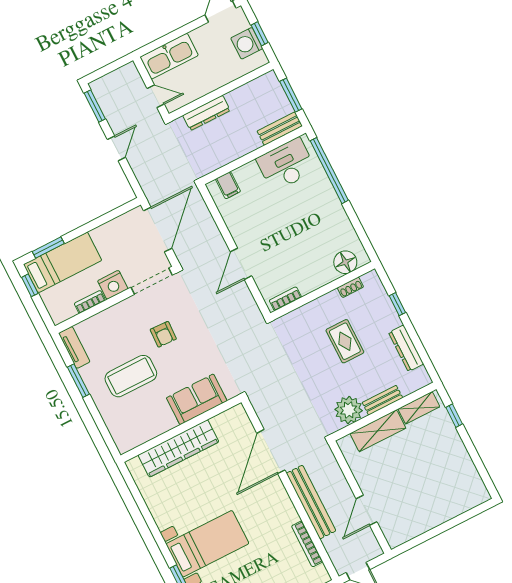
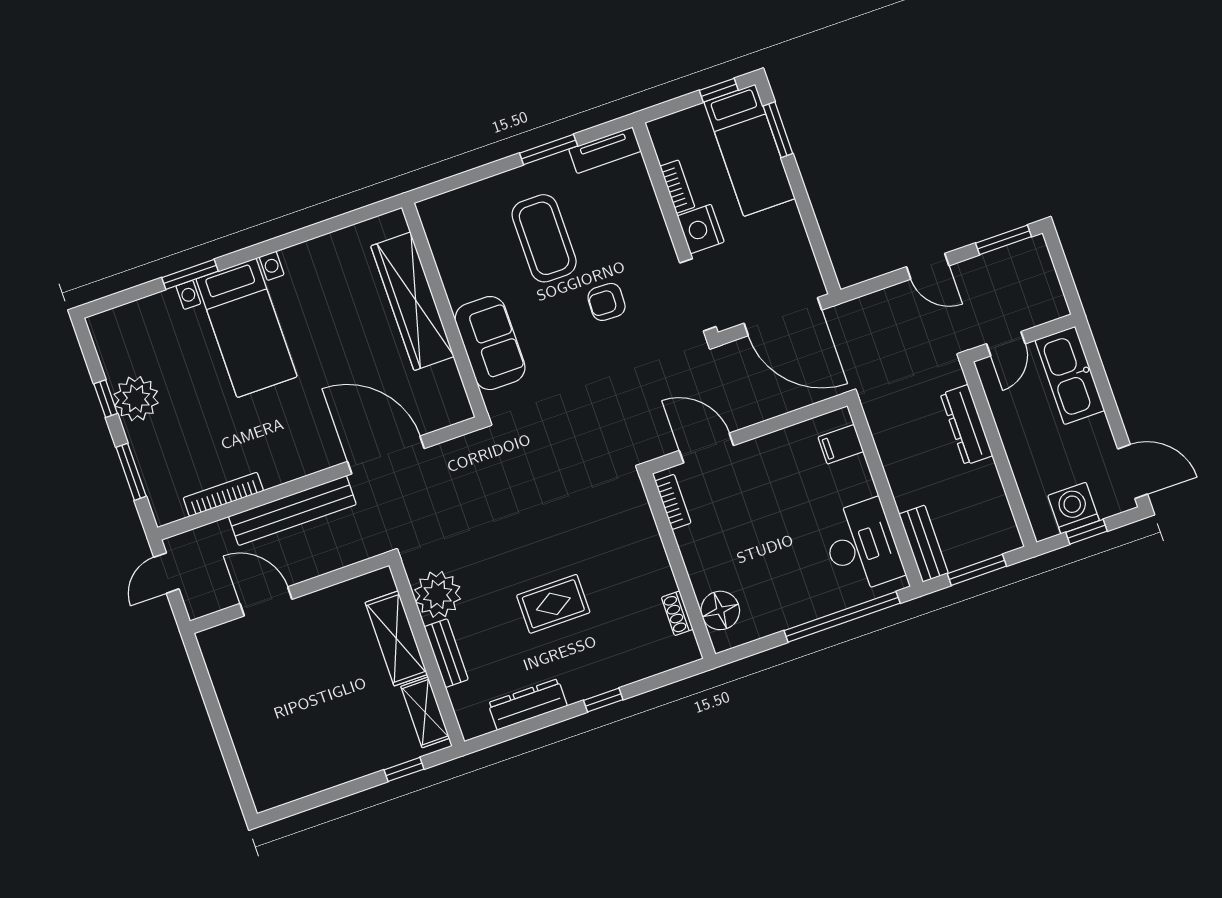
floor lamp: (345, 262) -> (720, 610), moved
shoe rack: (350, 287) -> (677, 613), moved
wall: (323, 291) -> (678, 566), moved
bookcase: (285, 299) -> (673, 502), moved

